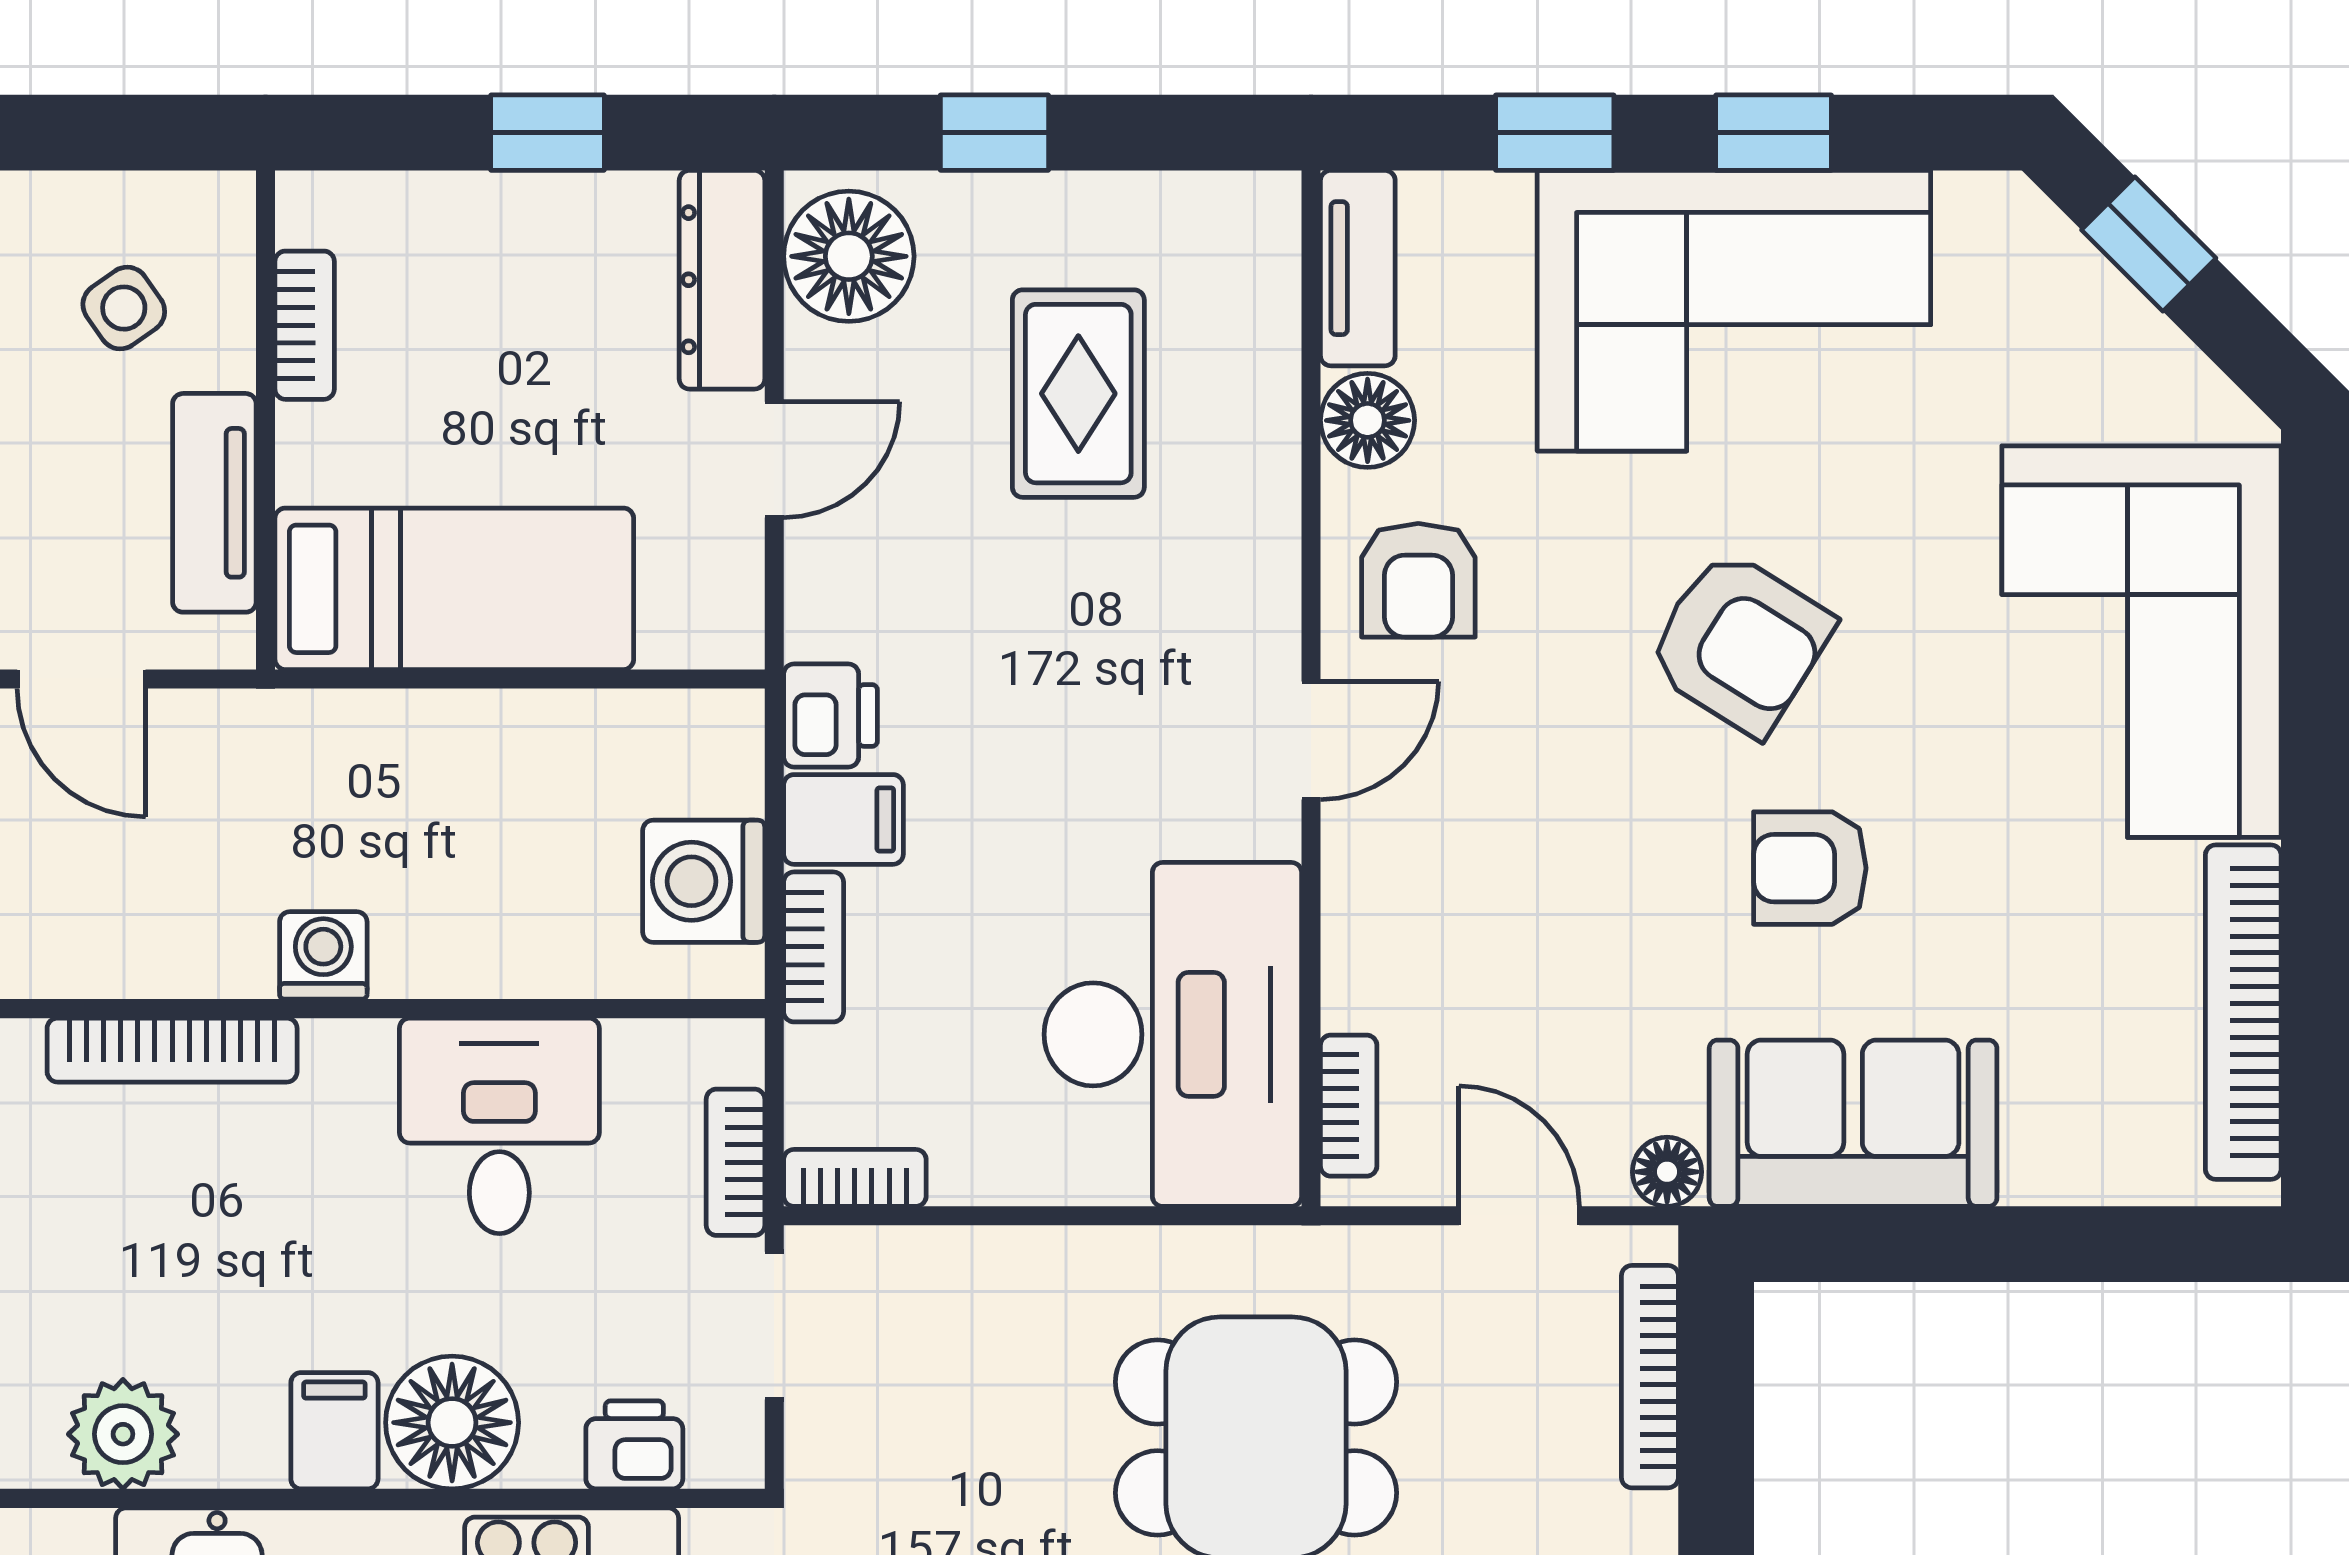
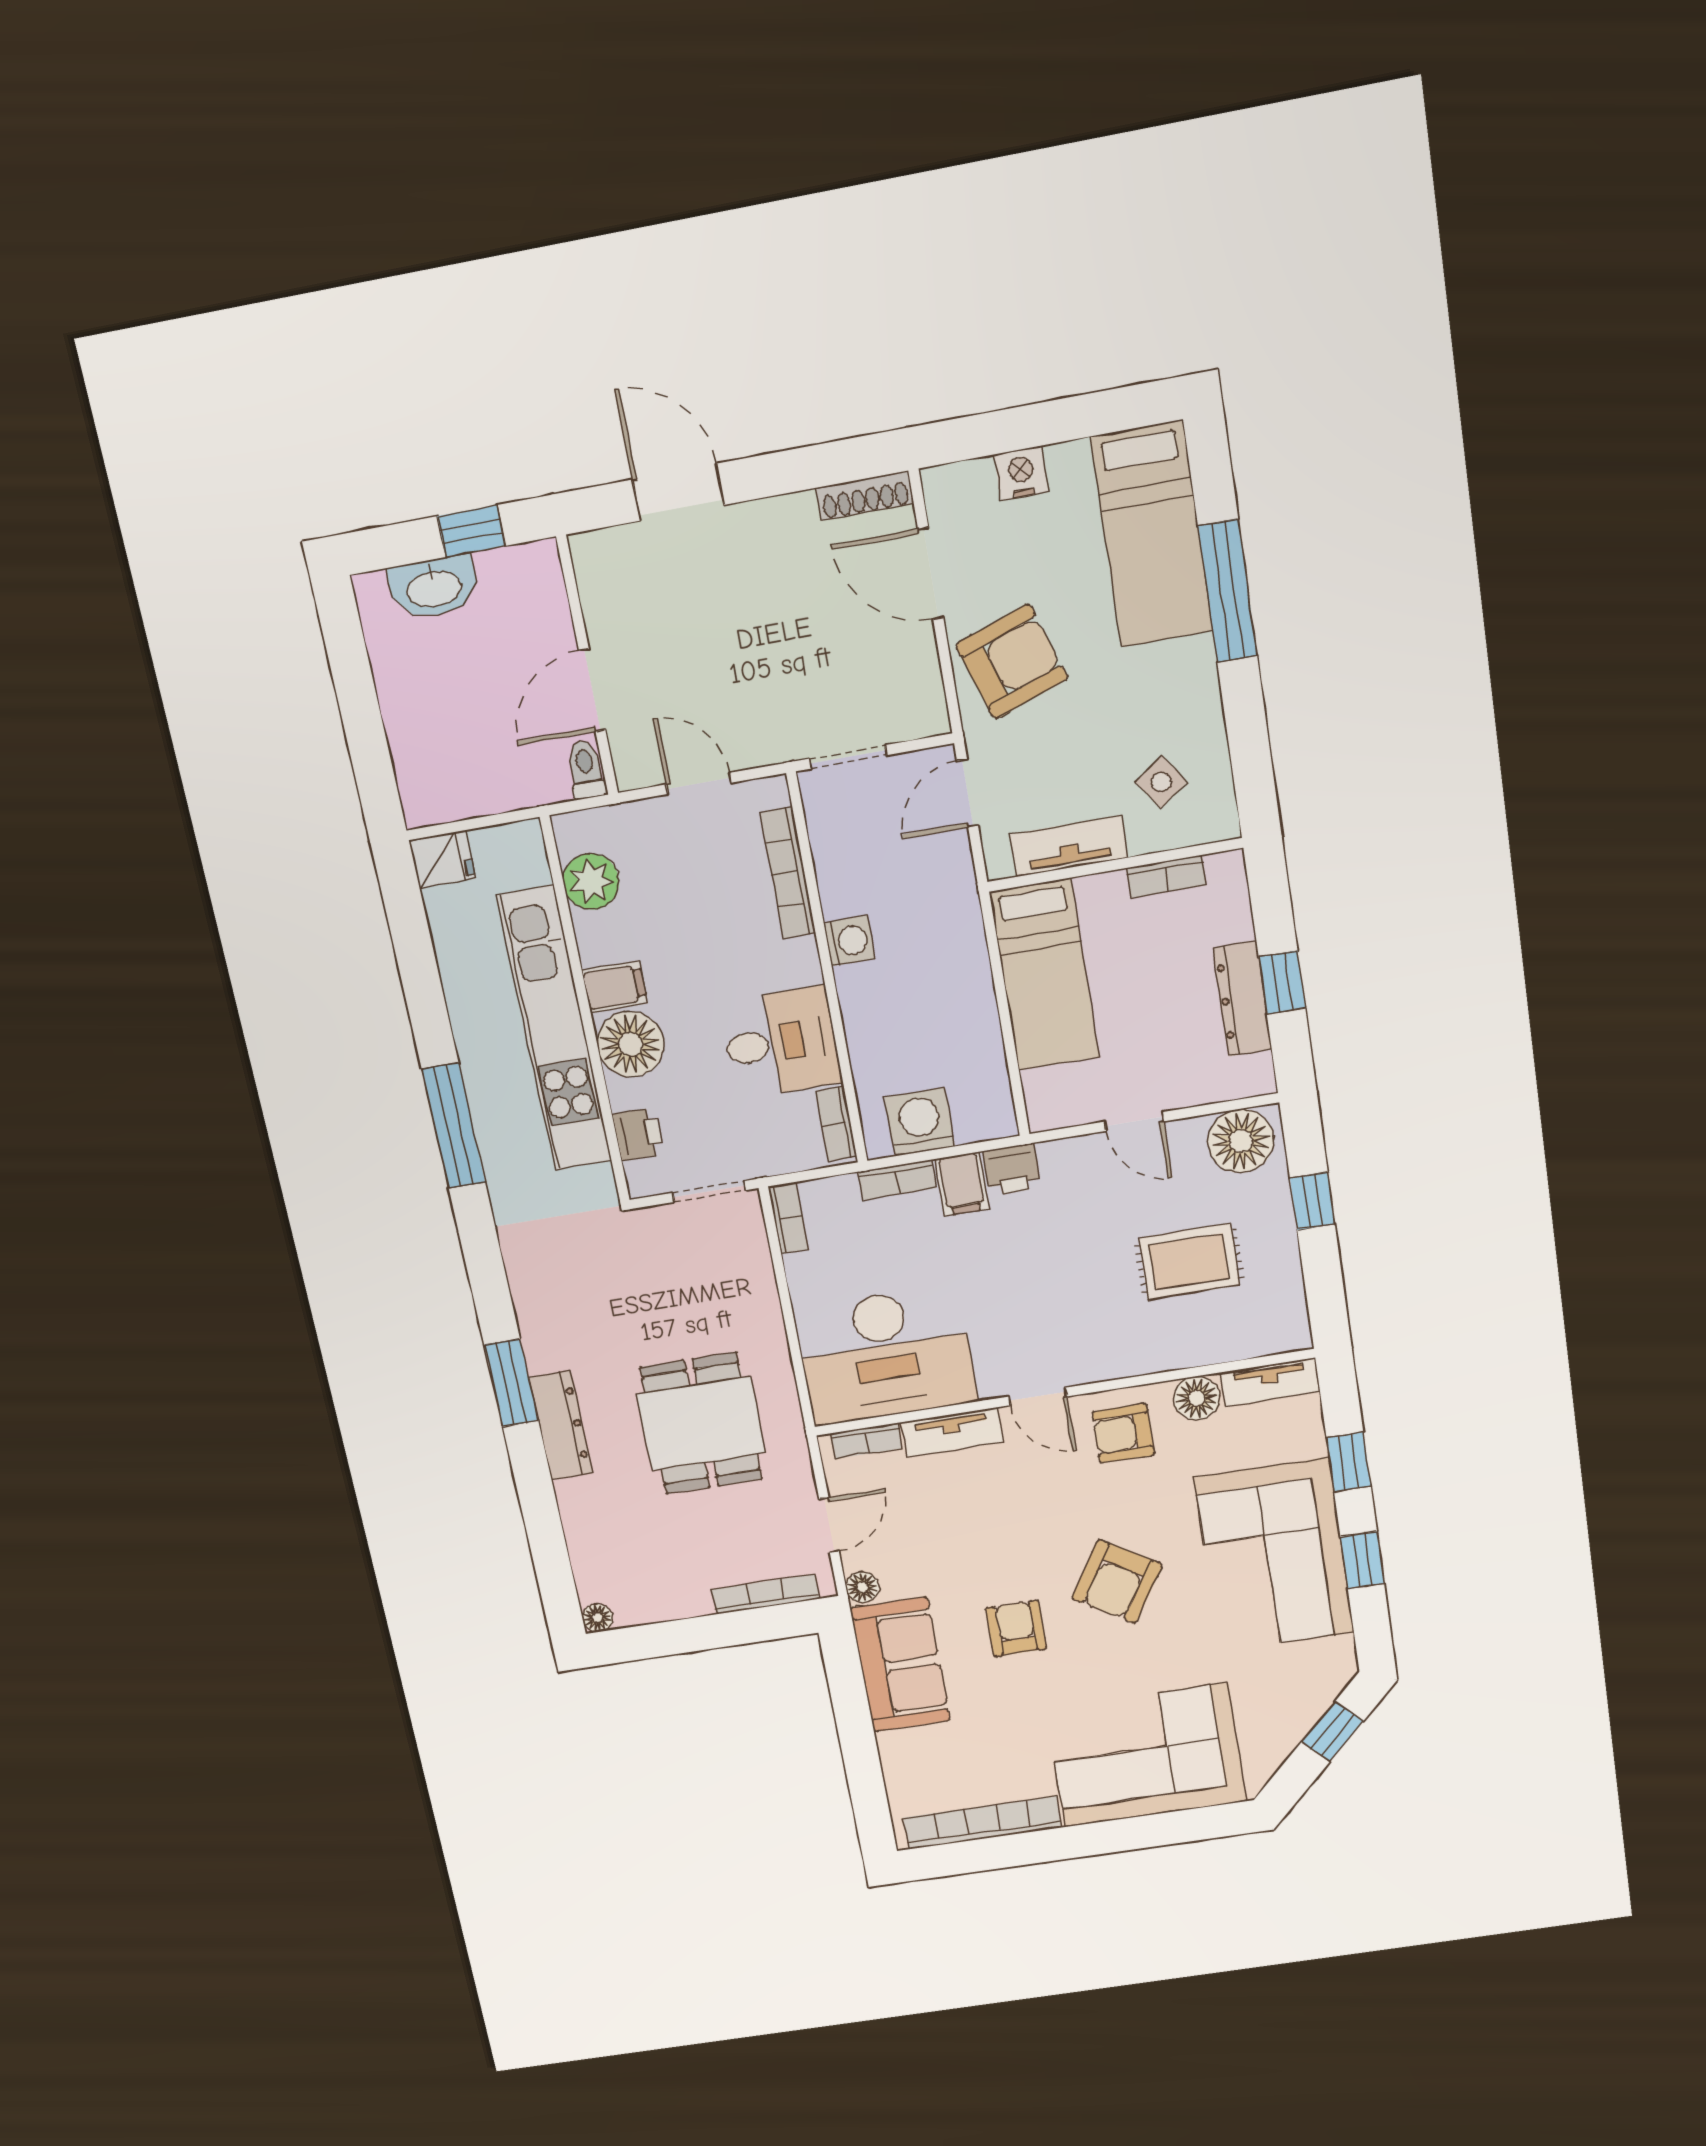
dresser: (722, 280) -> (1243, 999), moved, turned -90
tv unit: (1359, 927) -> (952, 1432), added
bookcase: (735, 1162) -> (836, 1124), moved, turned -90

